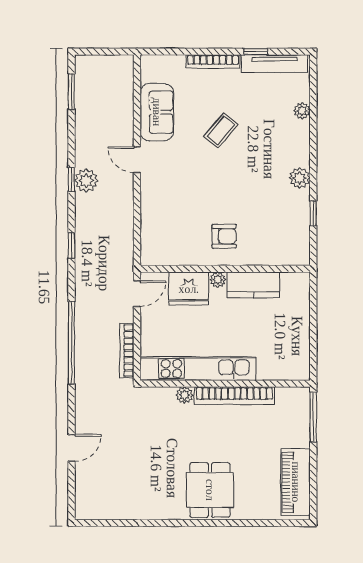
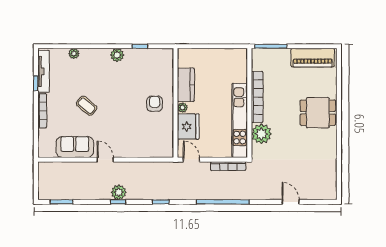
door: (137, 160) -> (105, 160), swing flipped
plant: (184, 395) -> (261, 134), width x1.88, depth x1.88

